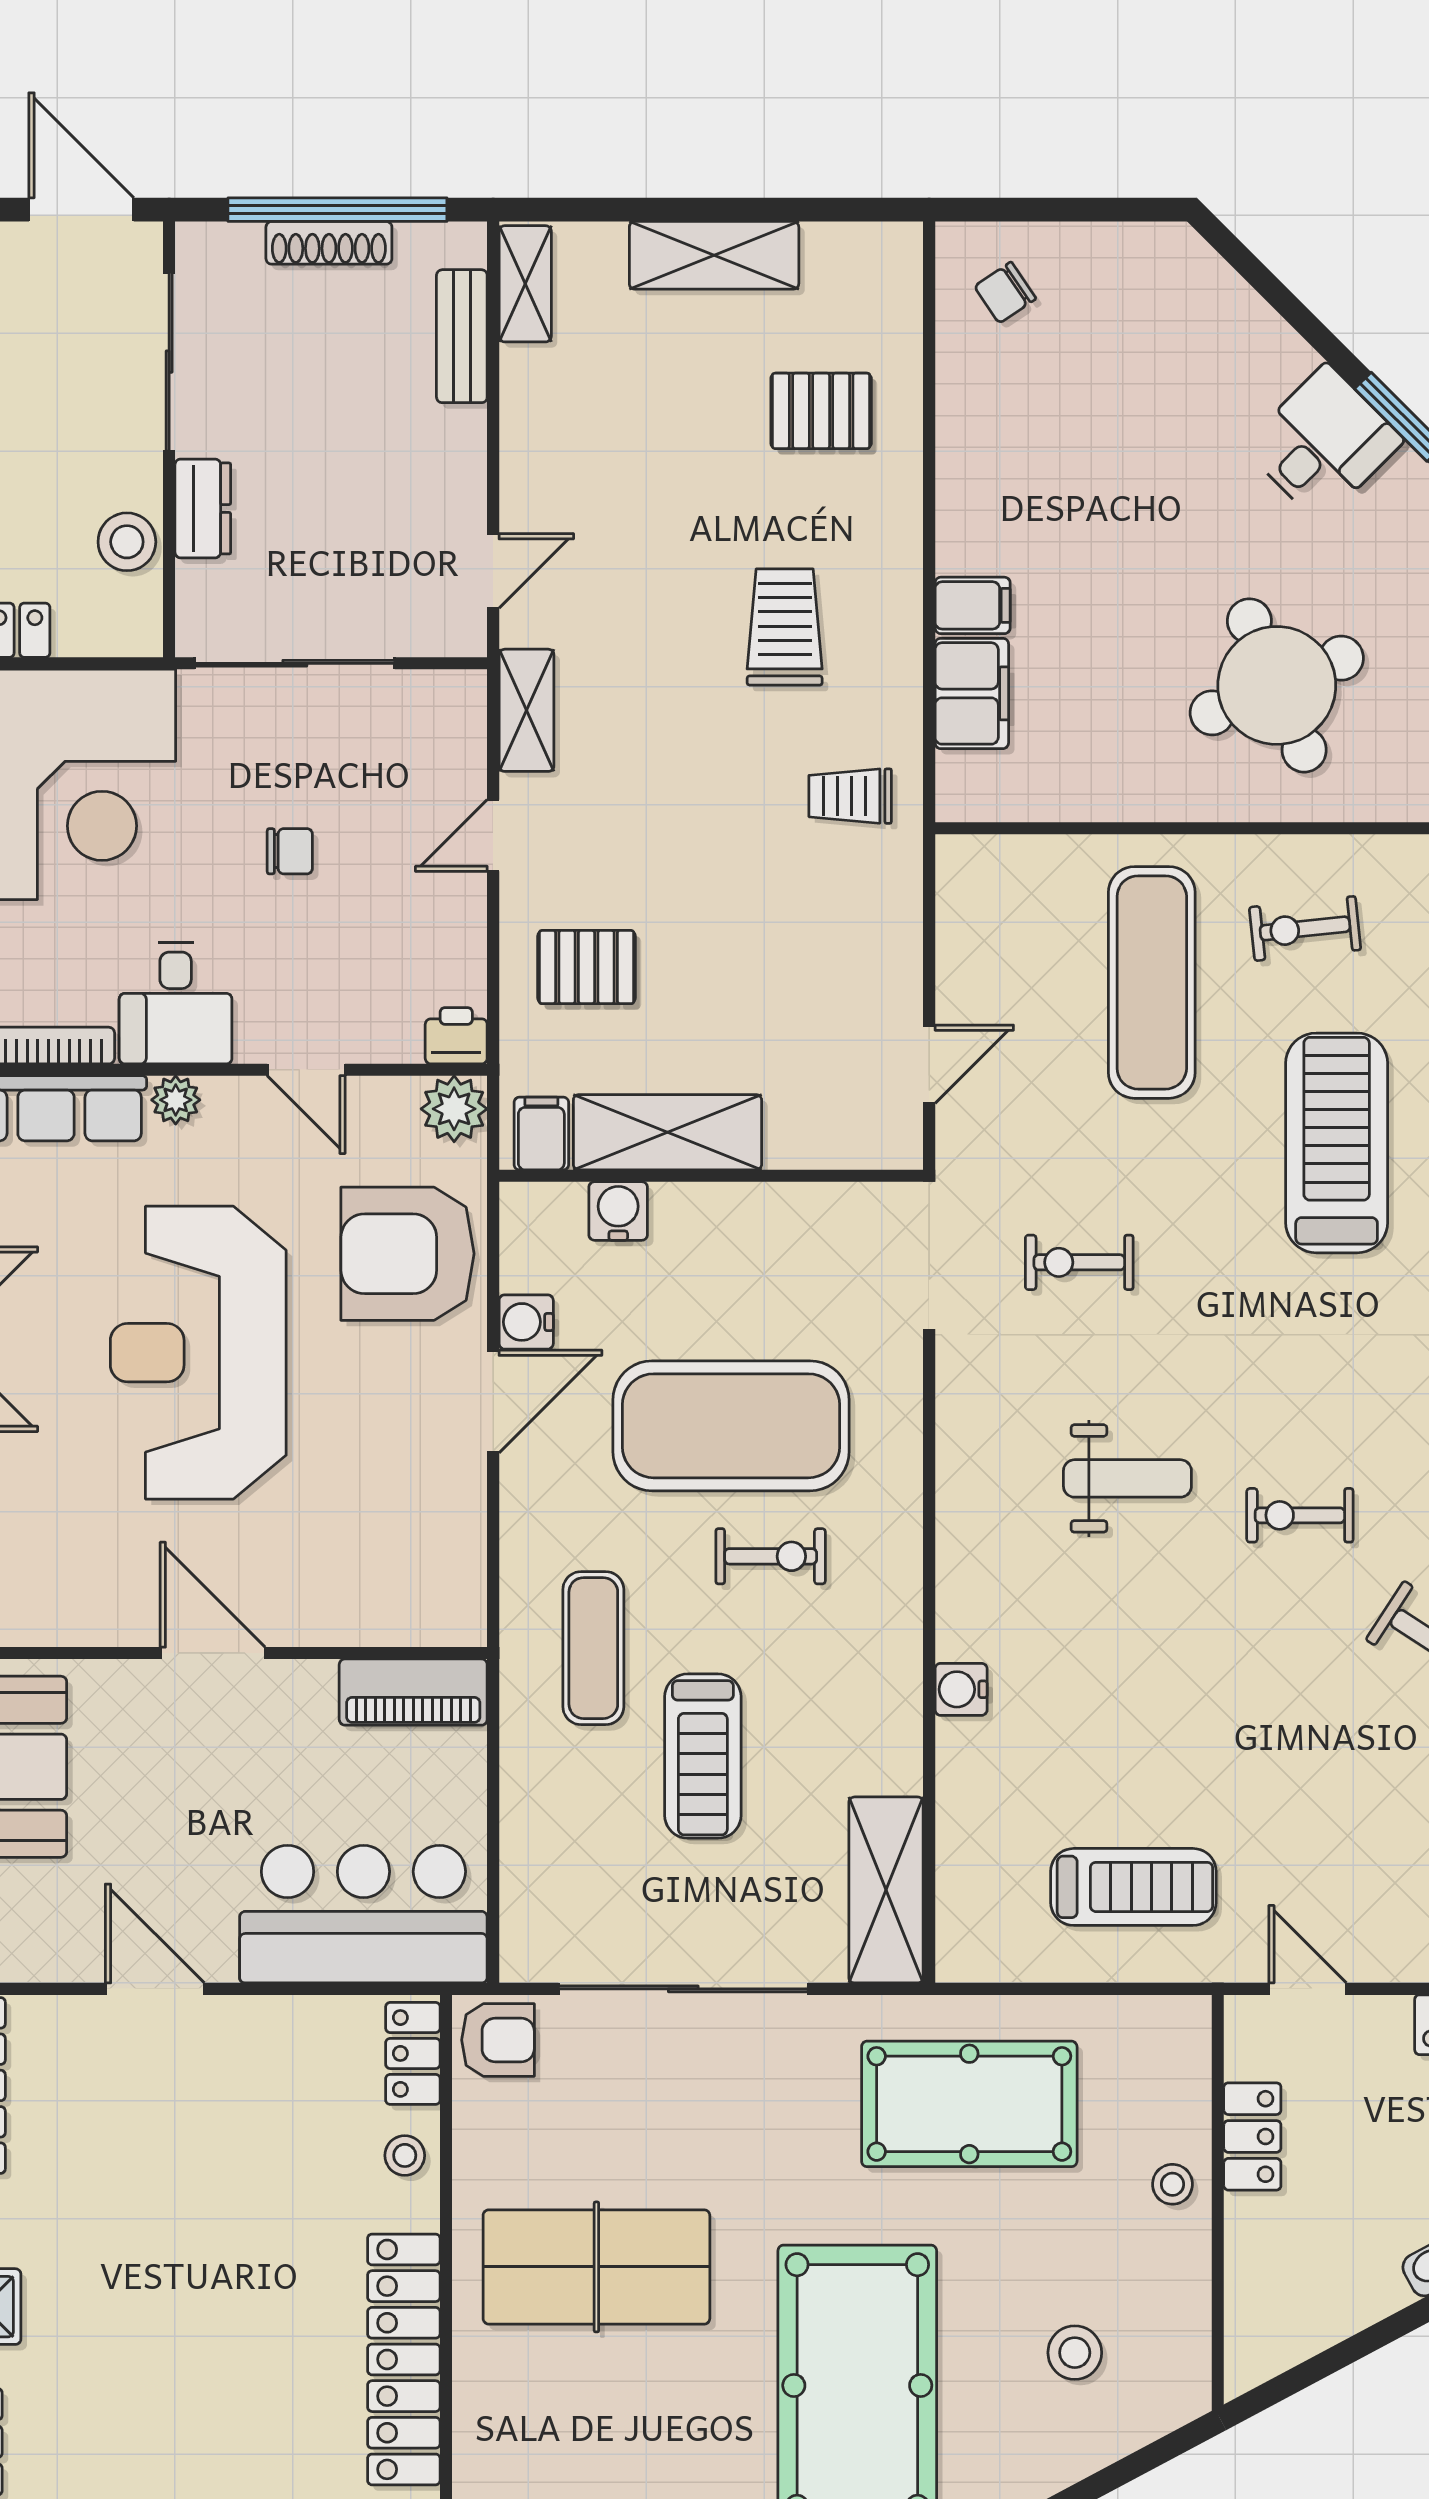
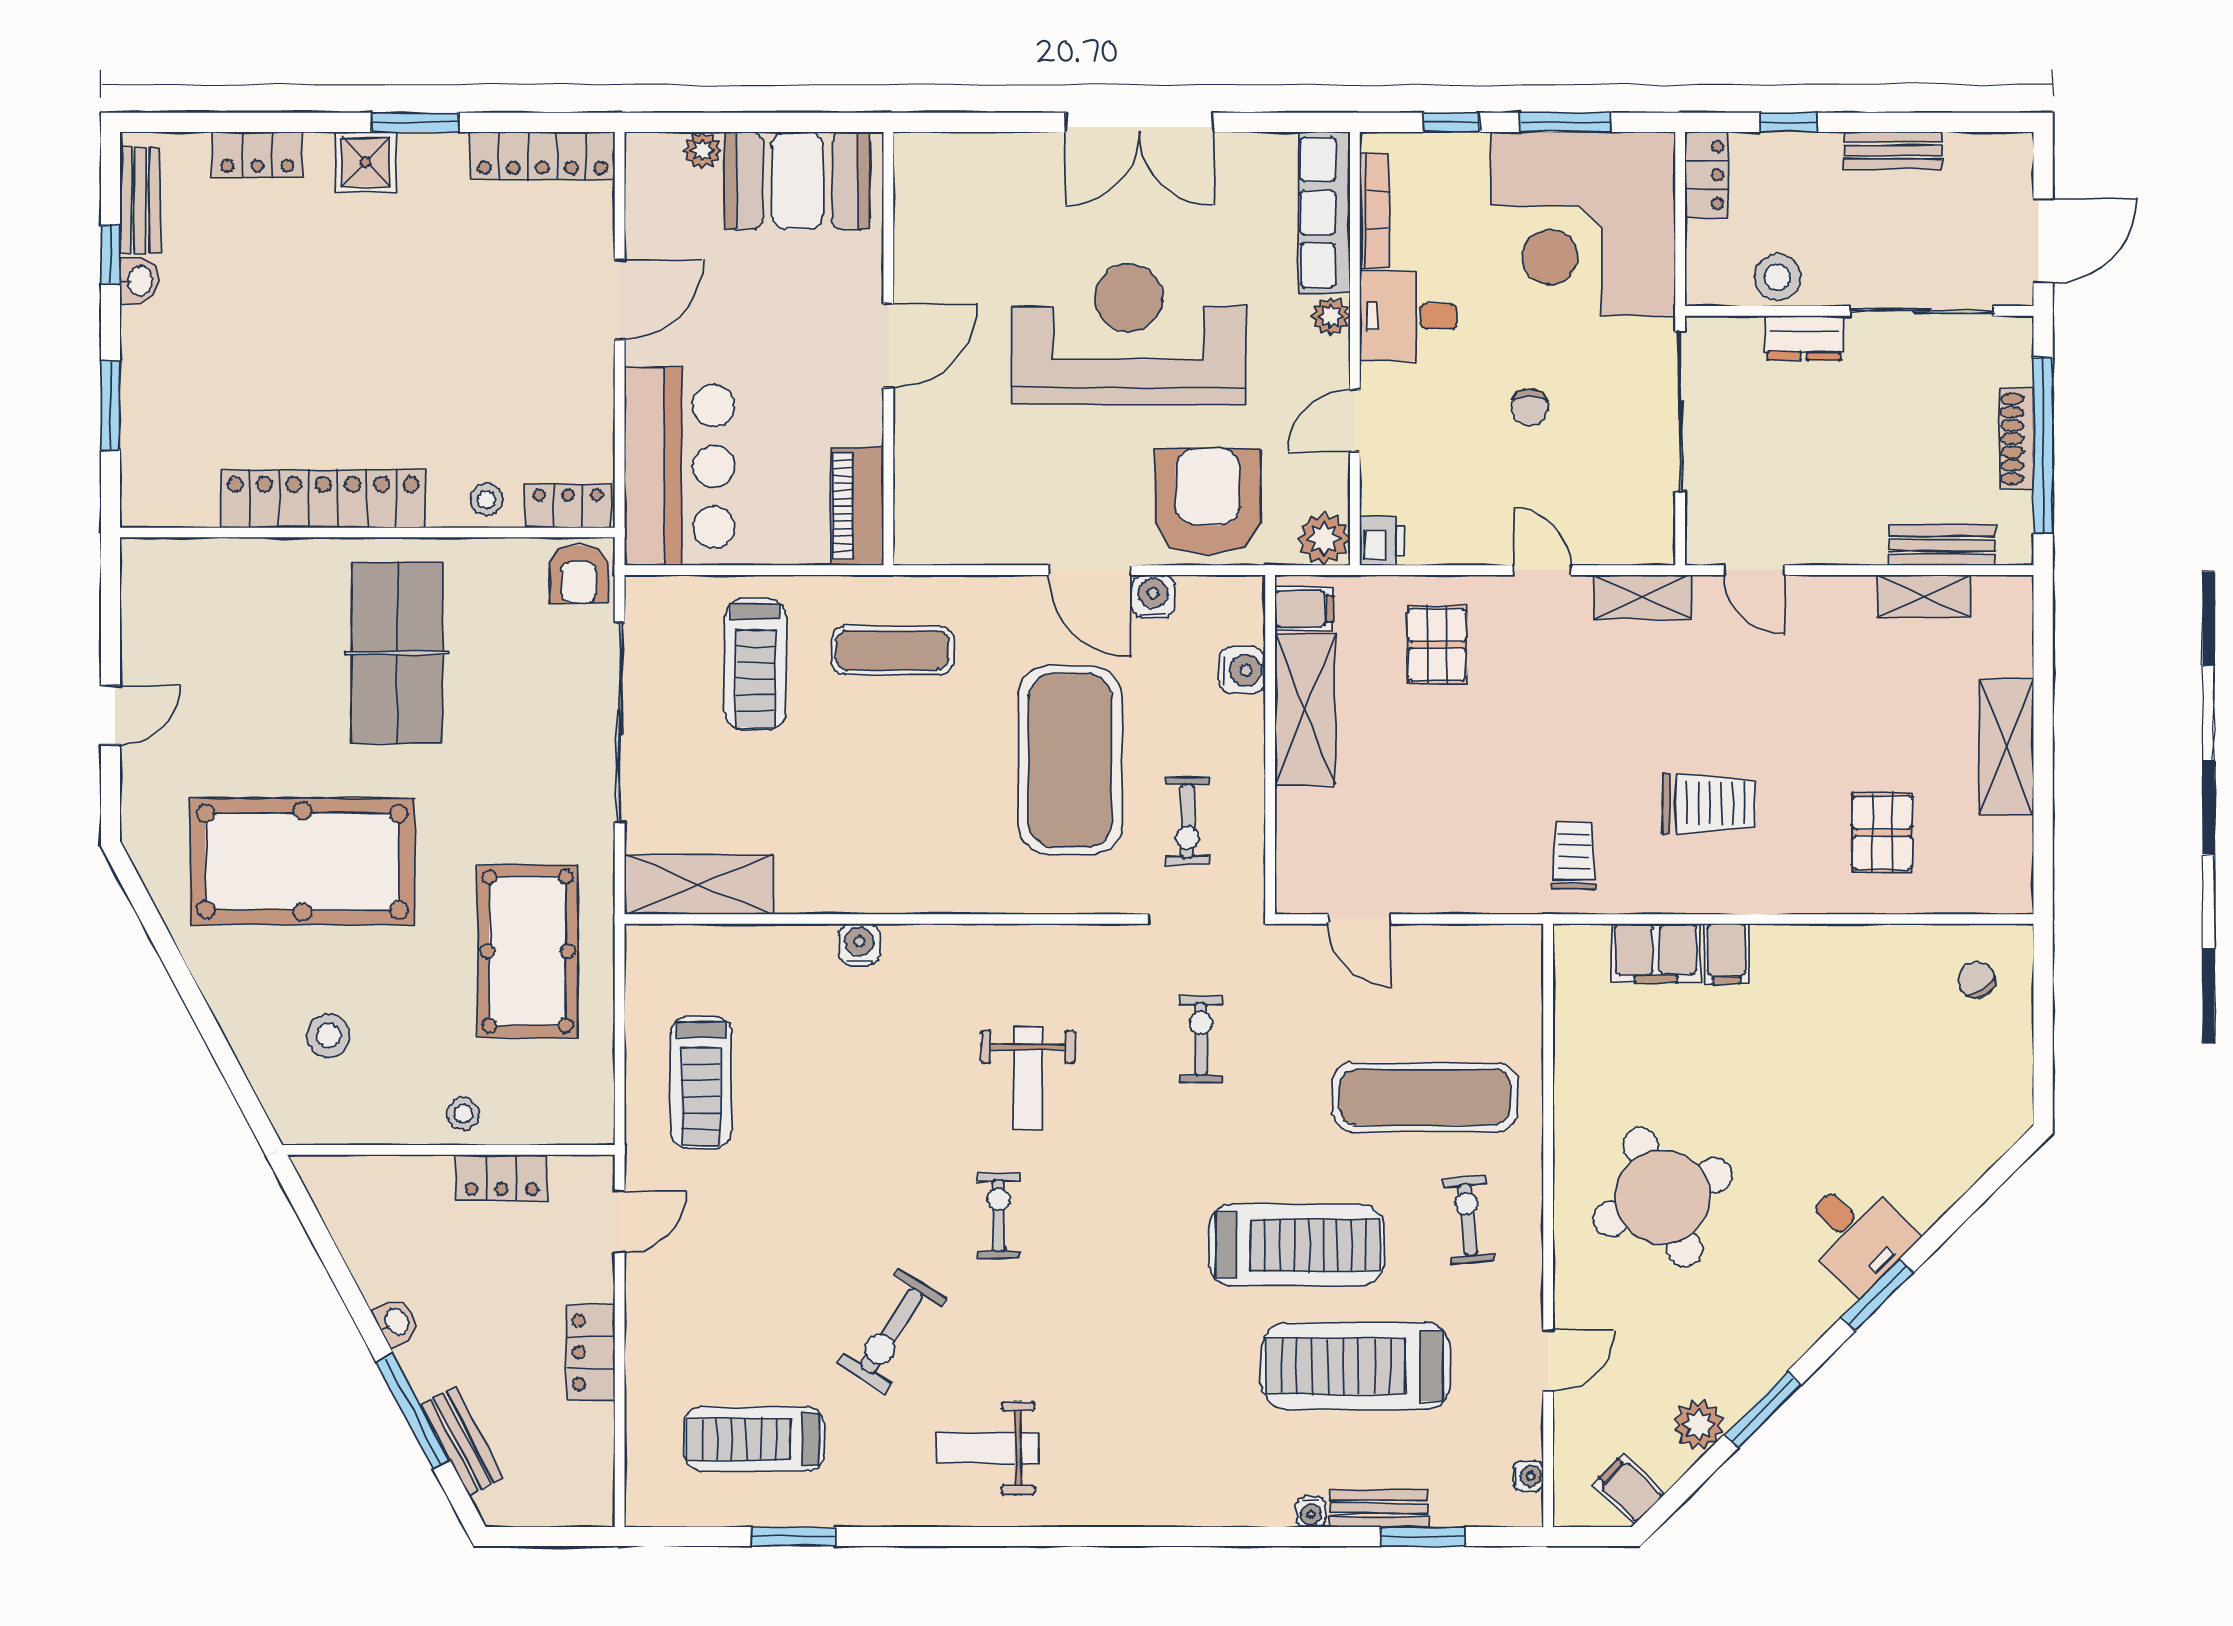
shelving: (525, 284) -> (1924, 596), moved
exercise bike: (771, 1556) -> (1187, 821), moved
treadmill: (703, 1756) -> (755, 664), moved, turned -90

